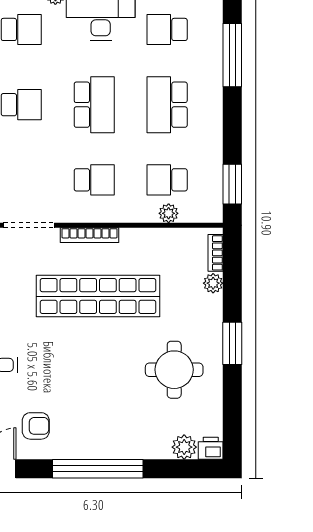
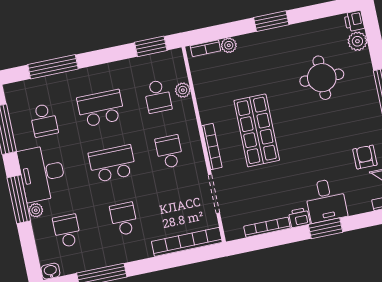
school desk: (167, 105) -> (101, 108), turned 180
shop shelf: (98, 296) -> (257, 130), width x0.71
round table: (174, 370) -> (322, 78), moved

